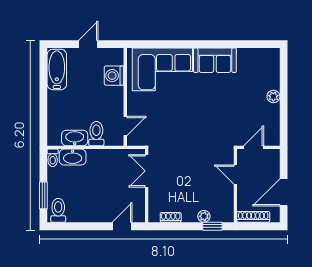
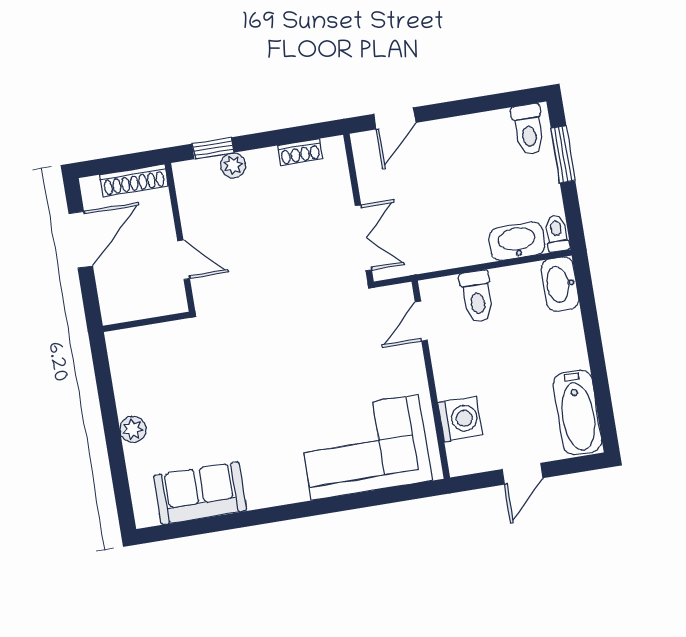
sofa: (215, 60) -> (200, 493), moved
washbasin: (75, 138) -> (560, 284), moved, turned 90
door: (254, 147) -> (156, 320), removed

